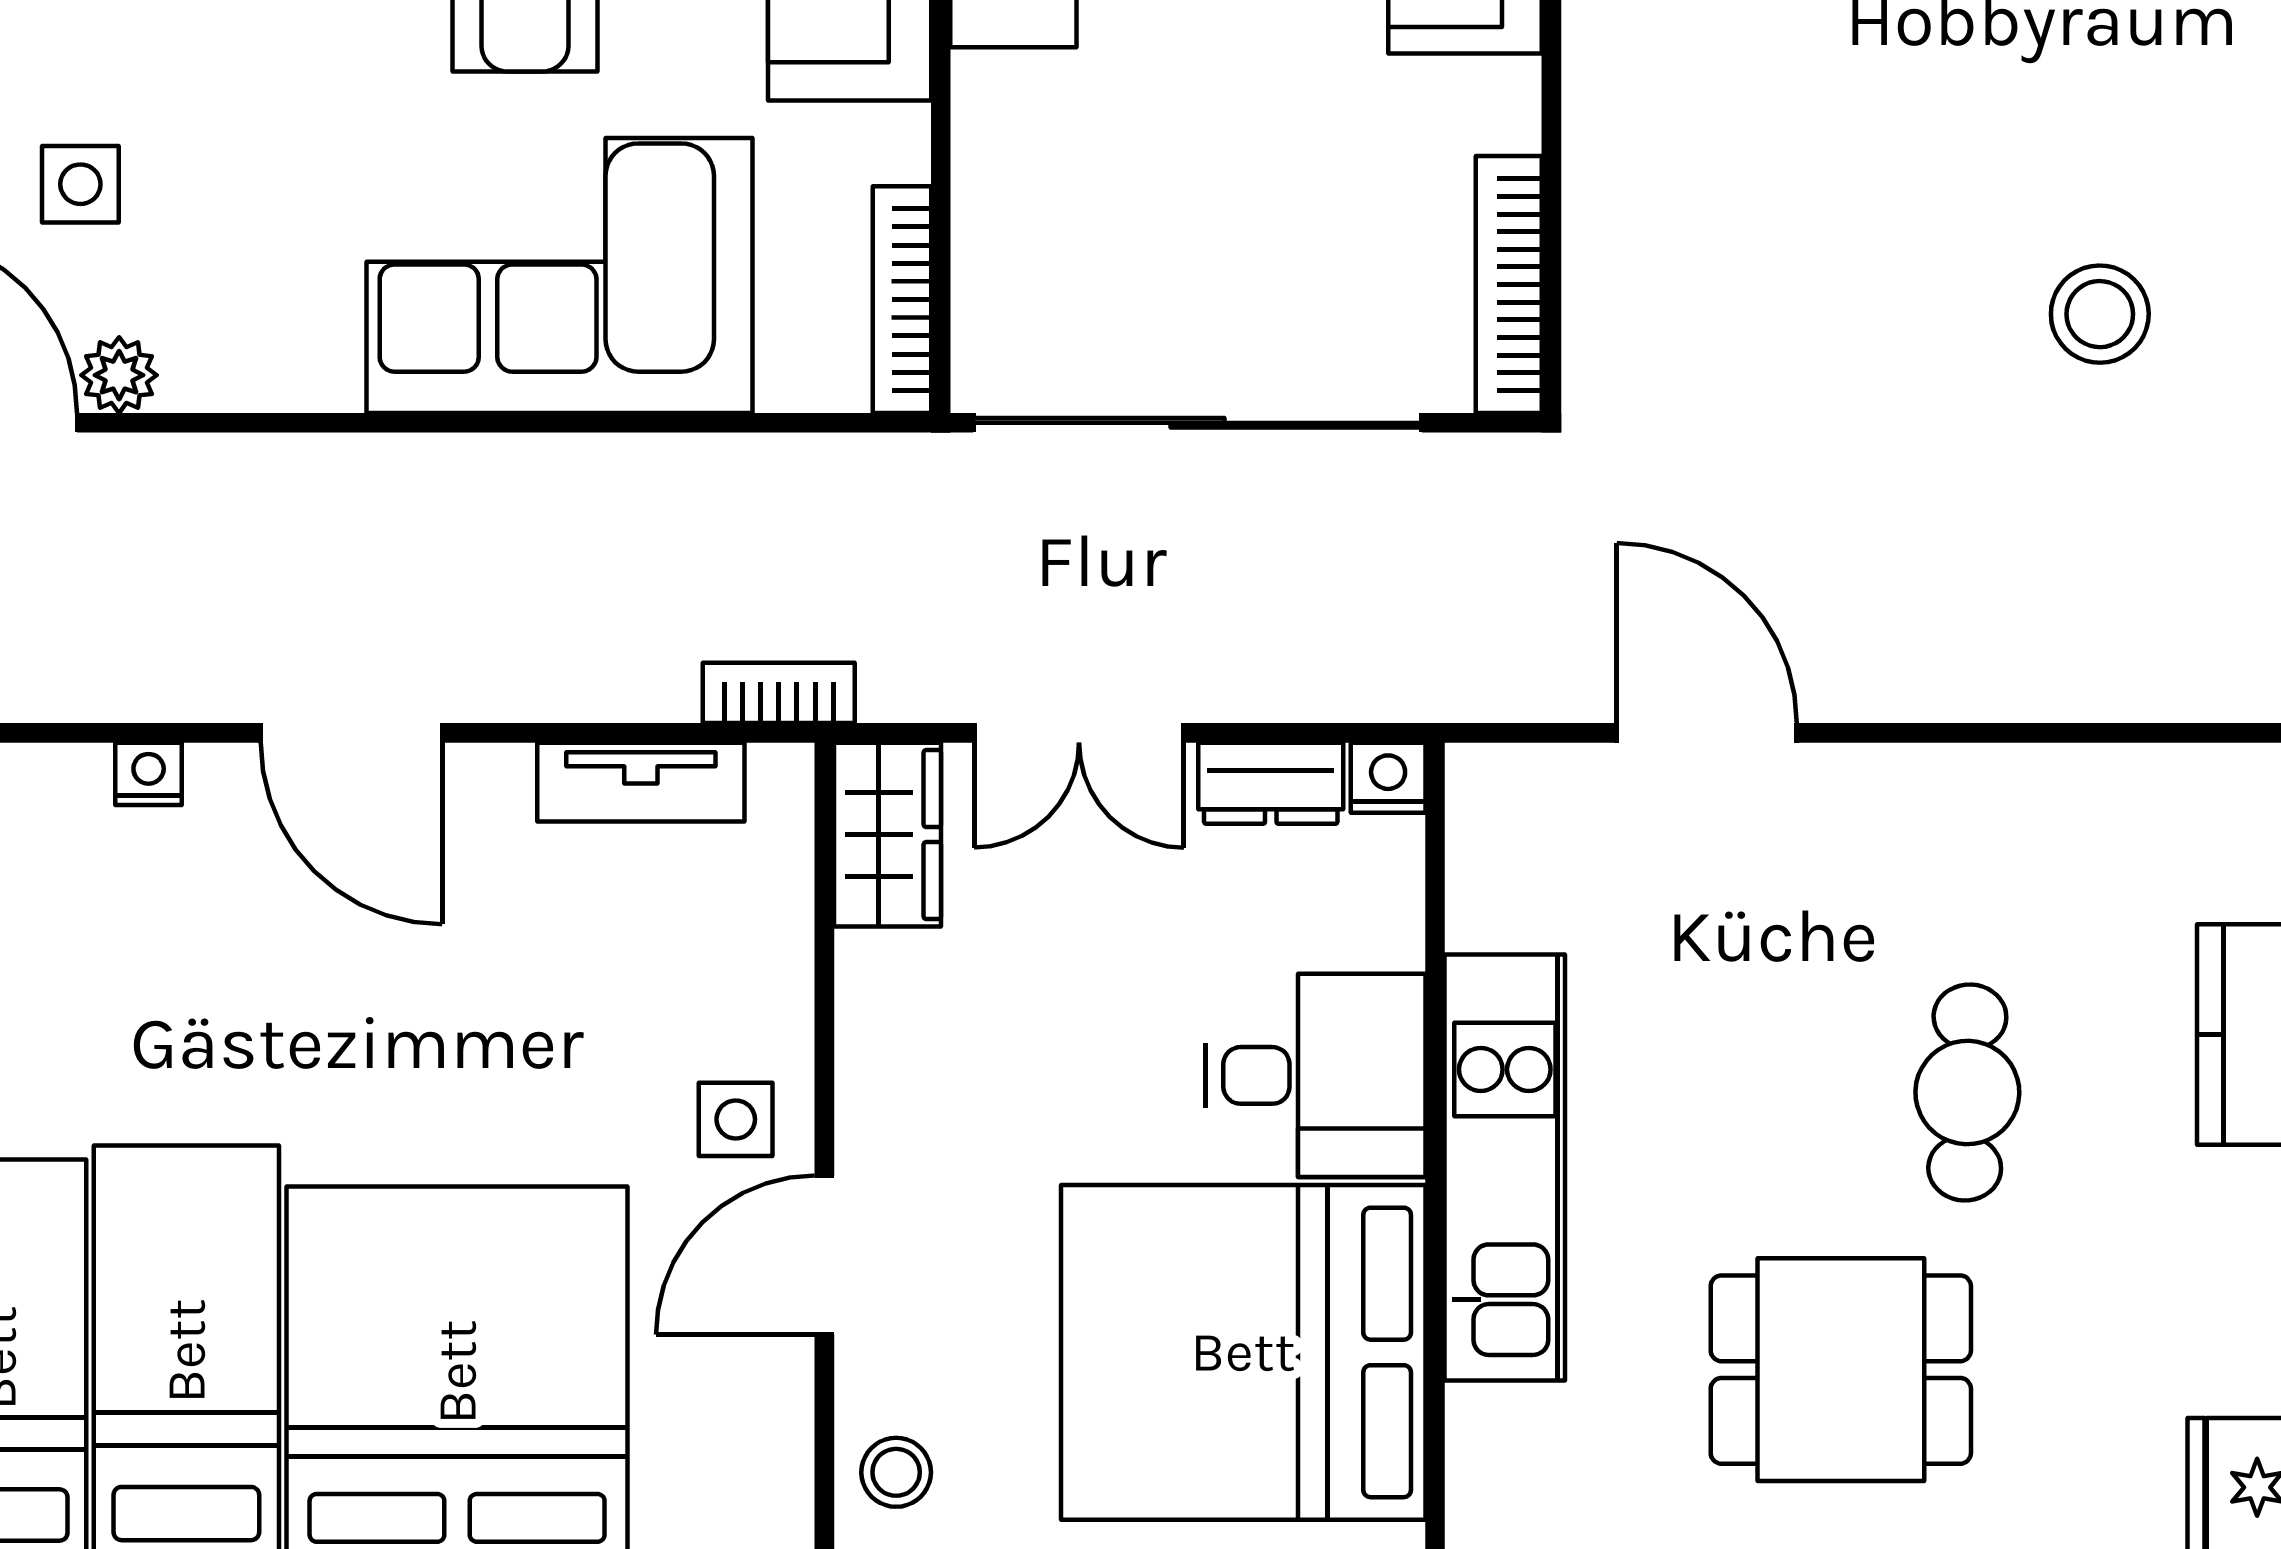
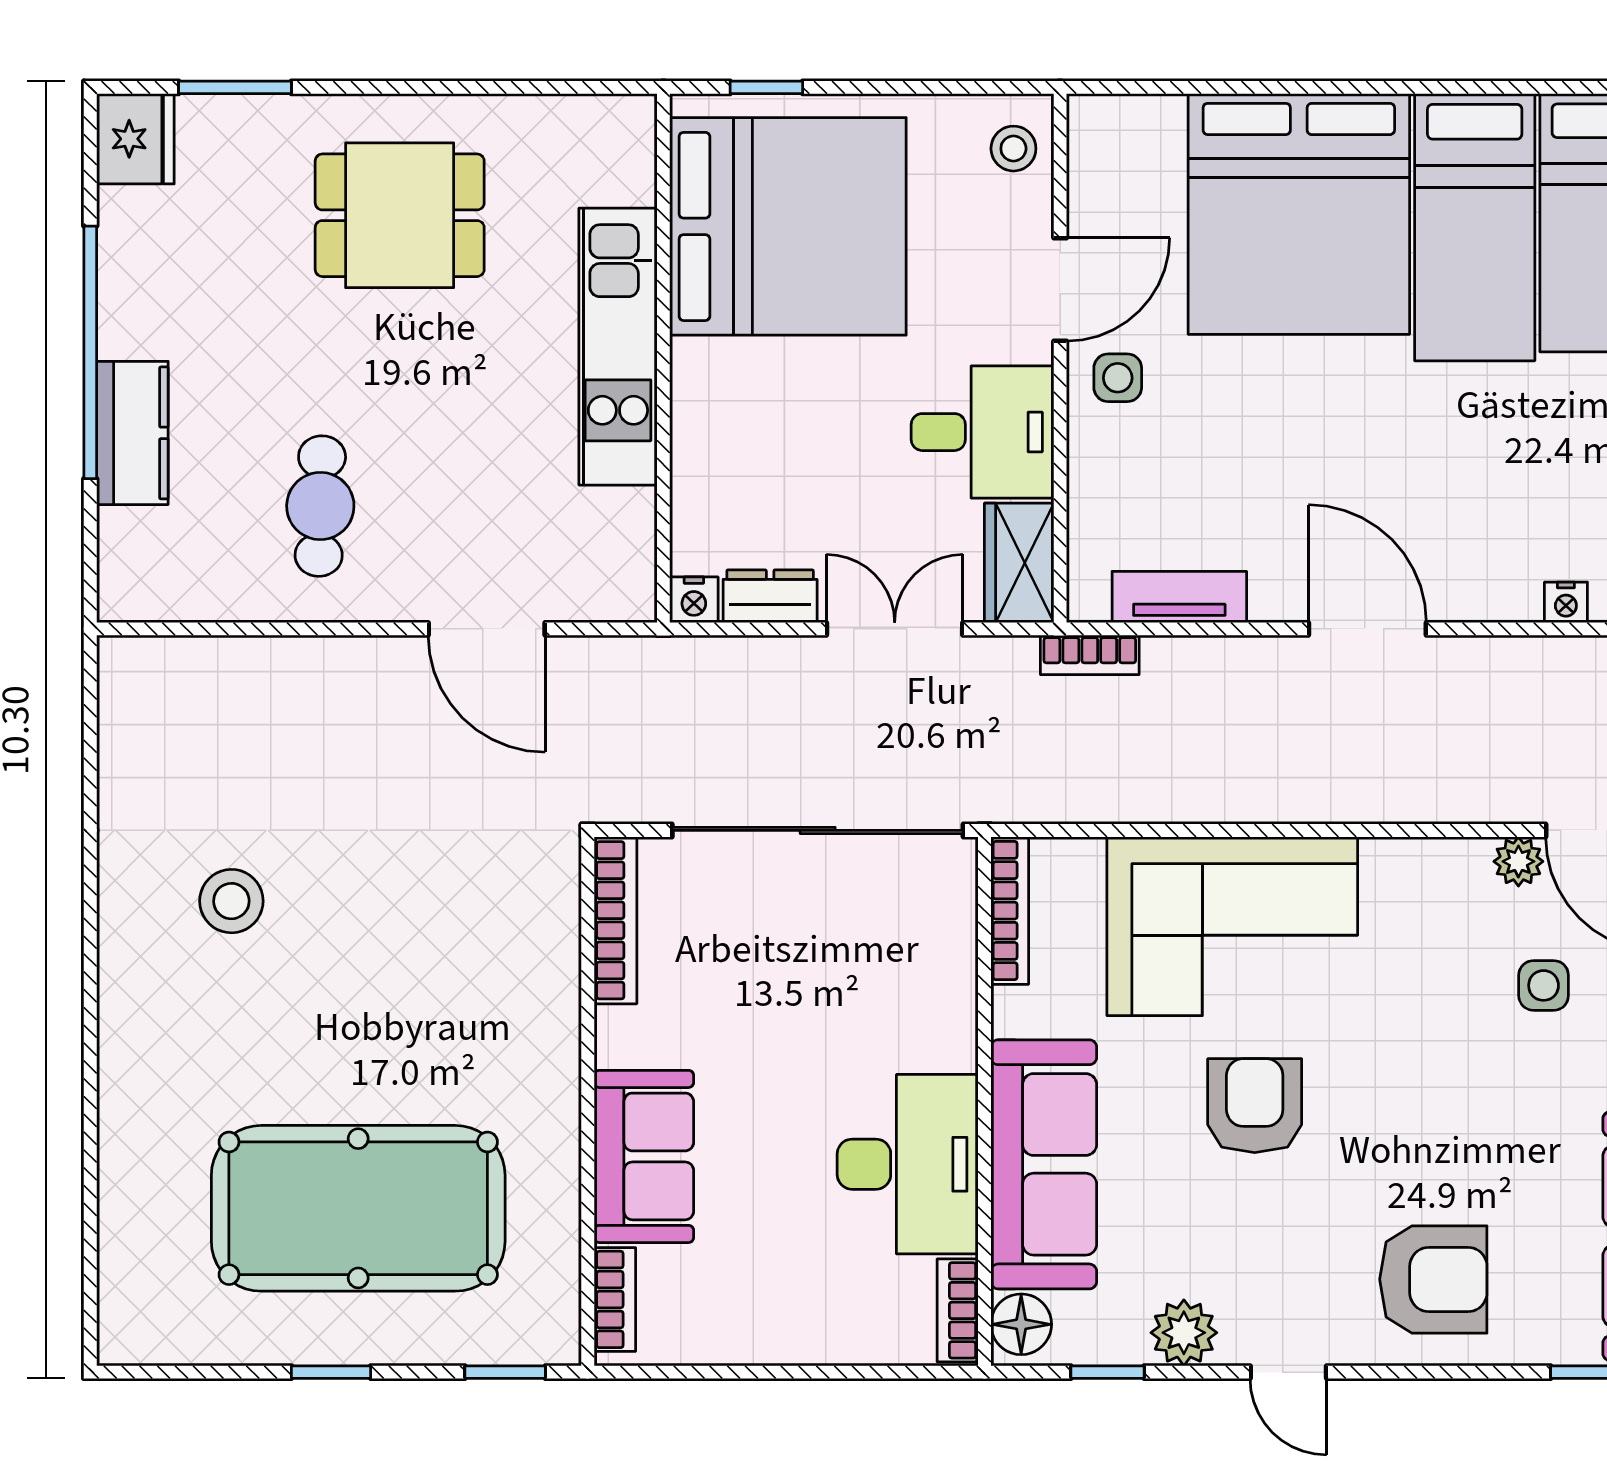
nightstand: (149, 774) -> (1566, 602), moved
desk: (1316, 1075) -> (982, 432), moved, turned 180
cafe table: (1967, 1092) -> (320, 506), moved

